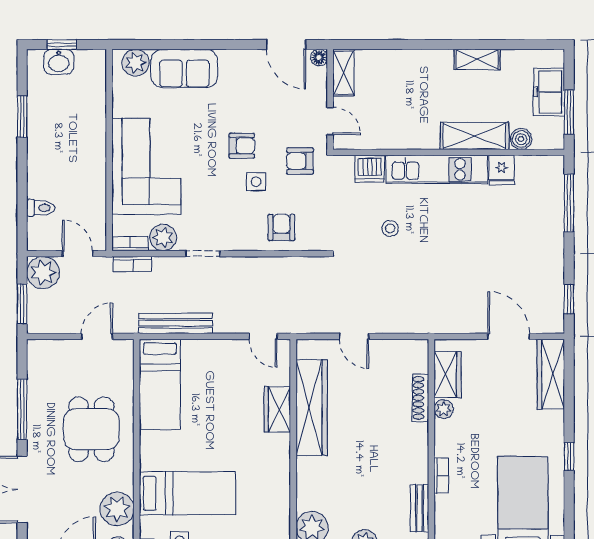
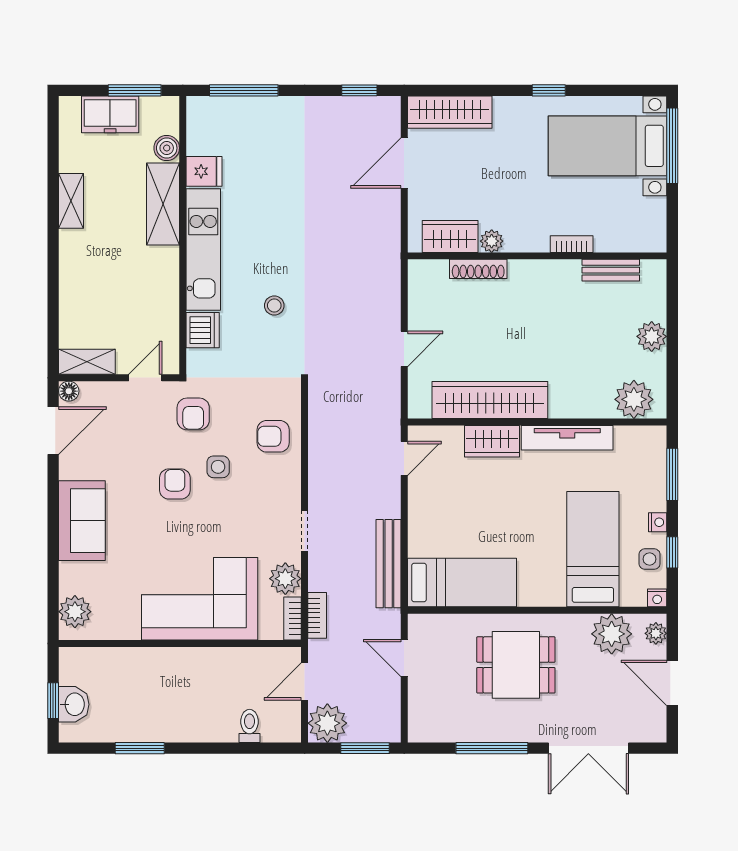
sofa: (184, 68) -> (82, 521), moved
tv unit: (280, 472) -> (567, 438), added

